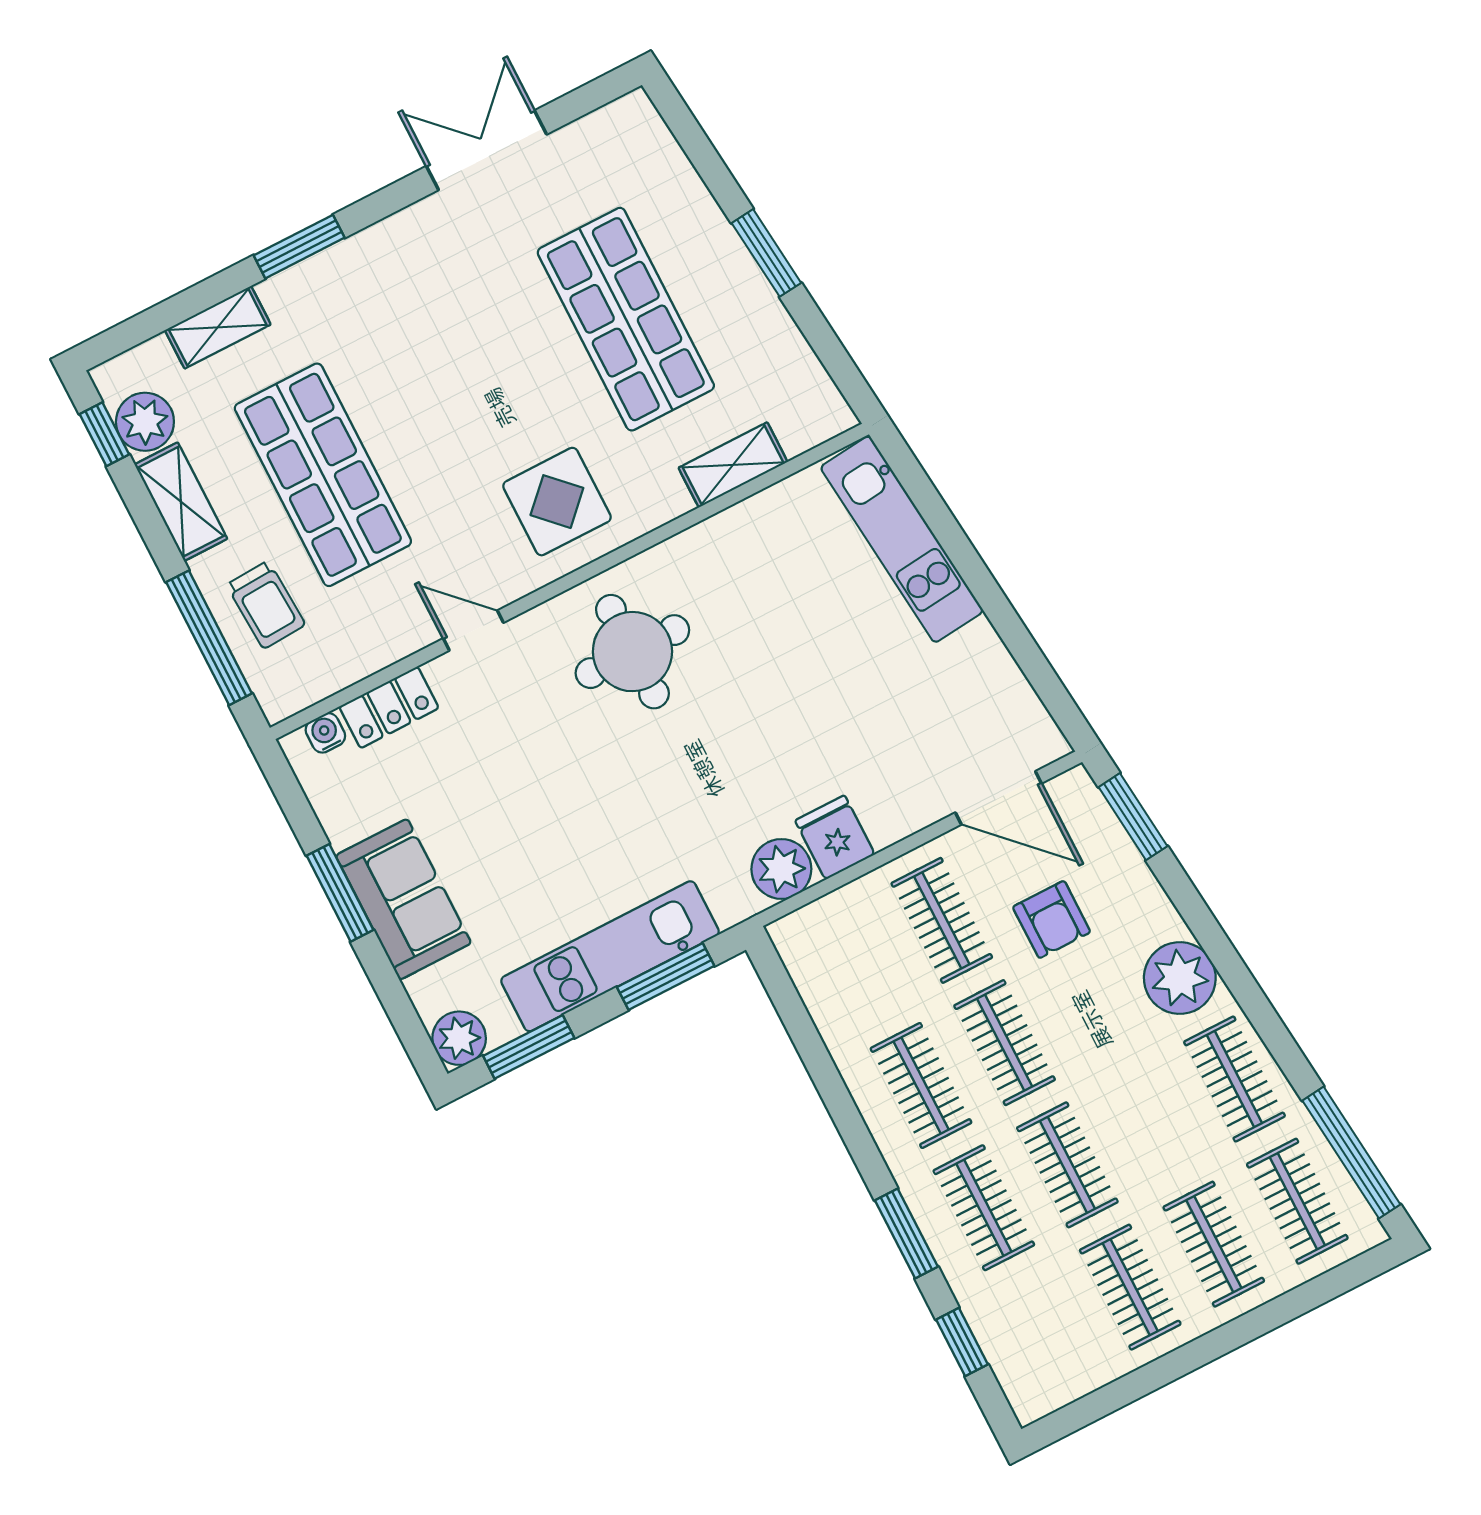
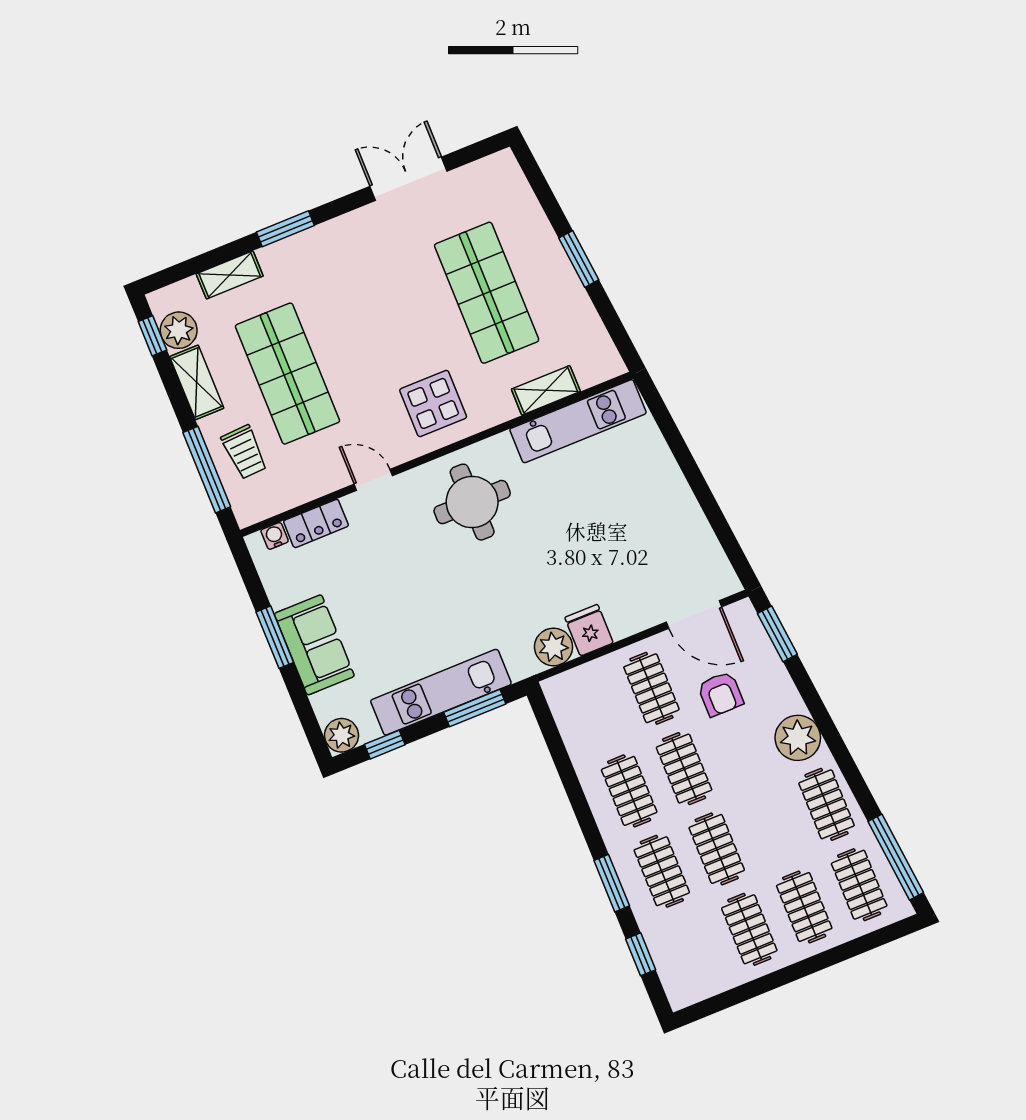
kitchen unit: (902, 539) -> (578, 421), moved, turned -84
window: (529, 1047) -> (385, 745), width x0.67

